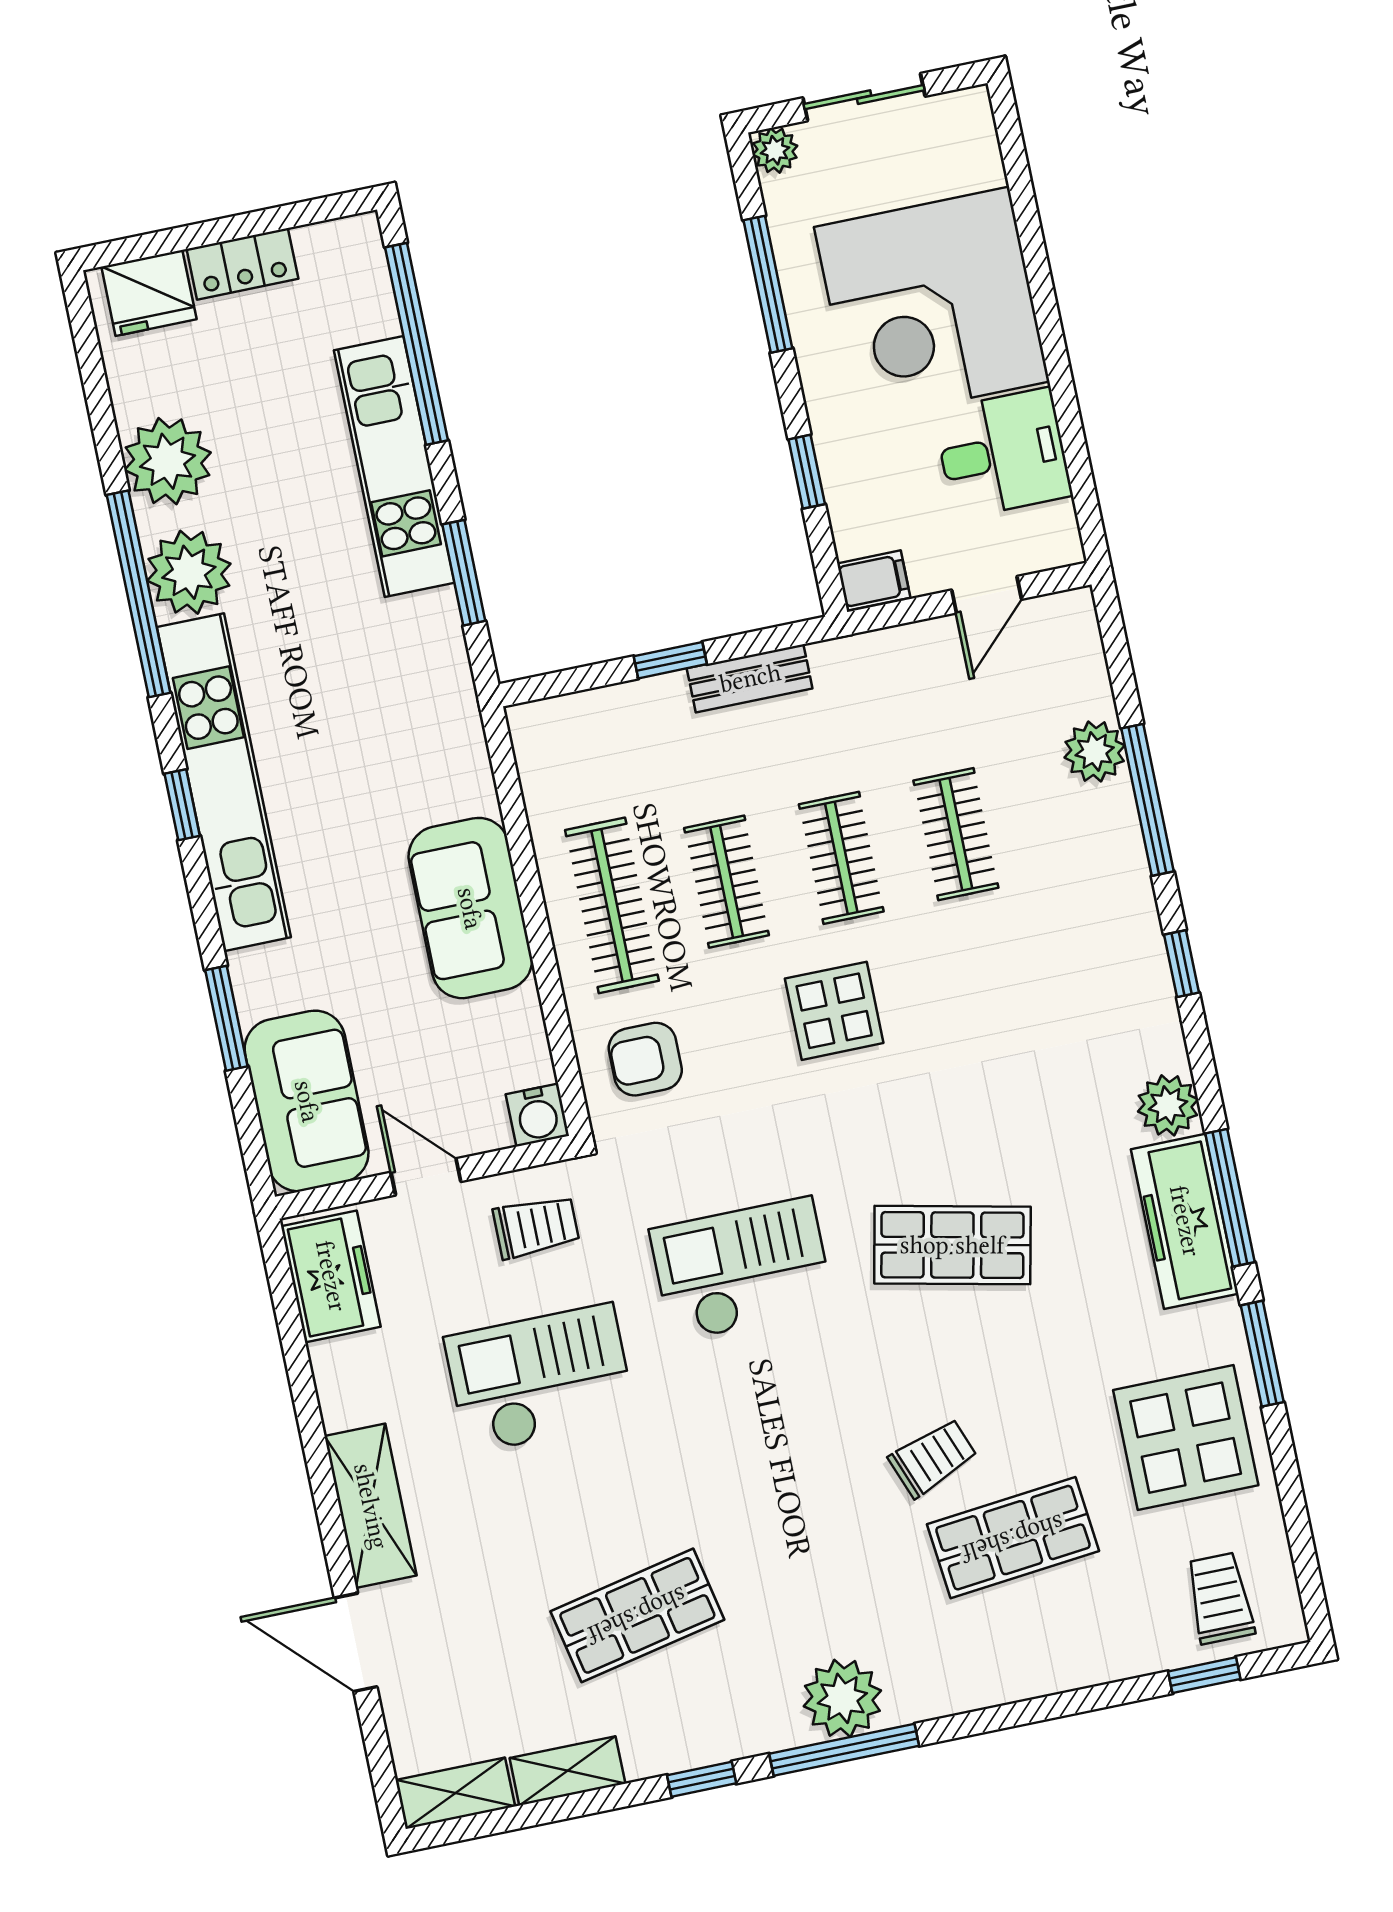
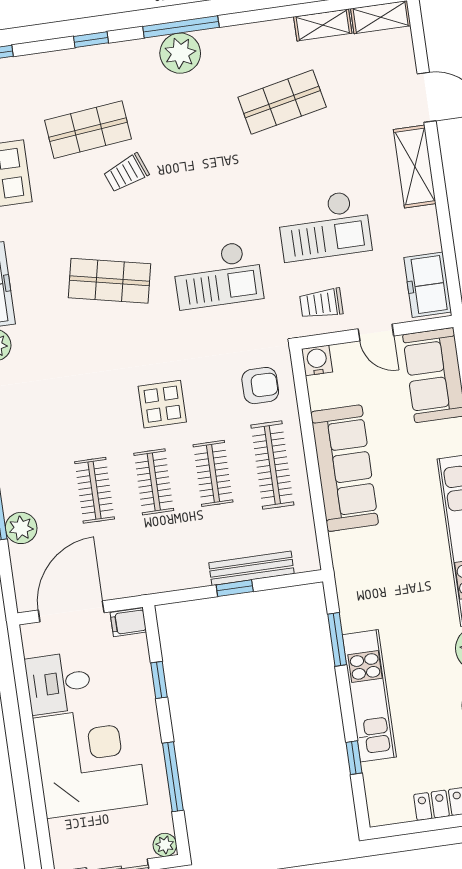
window: (416, 344) -> (354, 758), width x0.32
door: (987, 595) -> (71, 611), width x1.87
bench: (750, 678) -> (251, 568), moved, width x1.36
sofa: (470, 908) -> (345, 468), width x1.36
window: (702, 1779) -> (91, 40), moved

